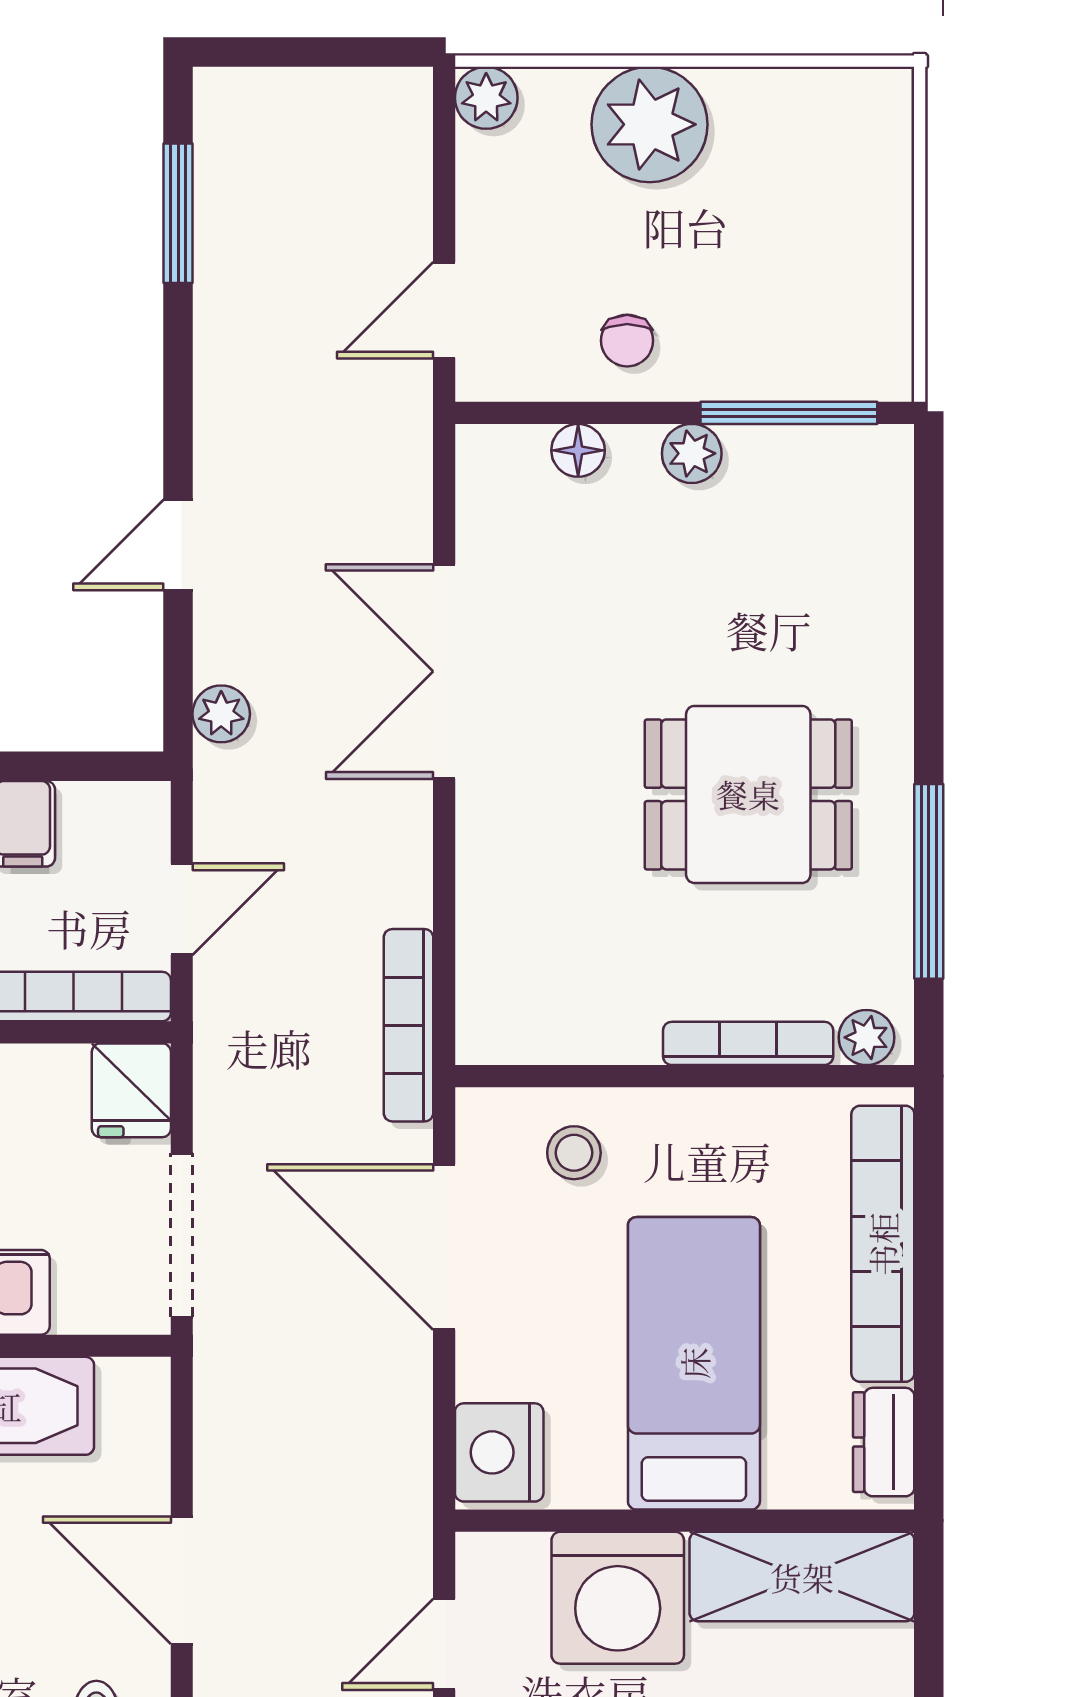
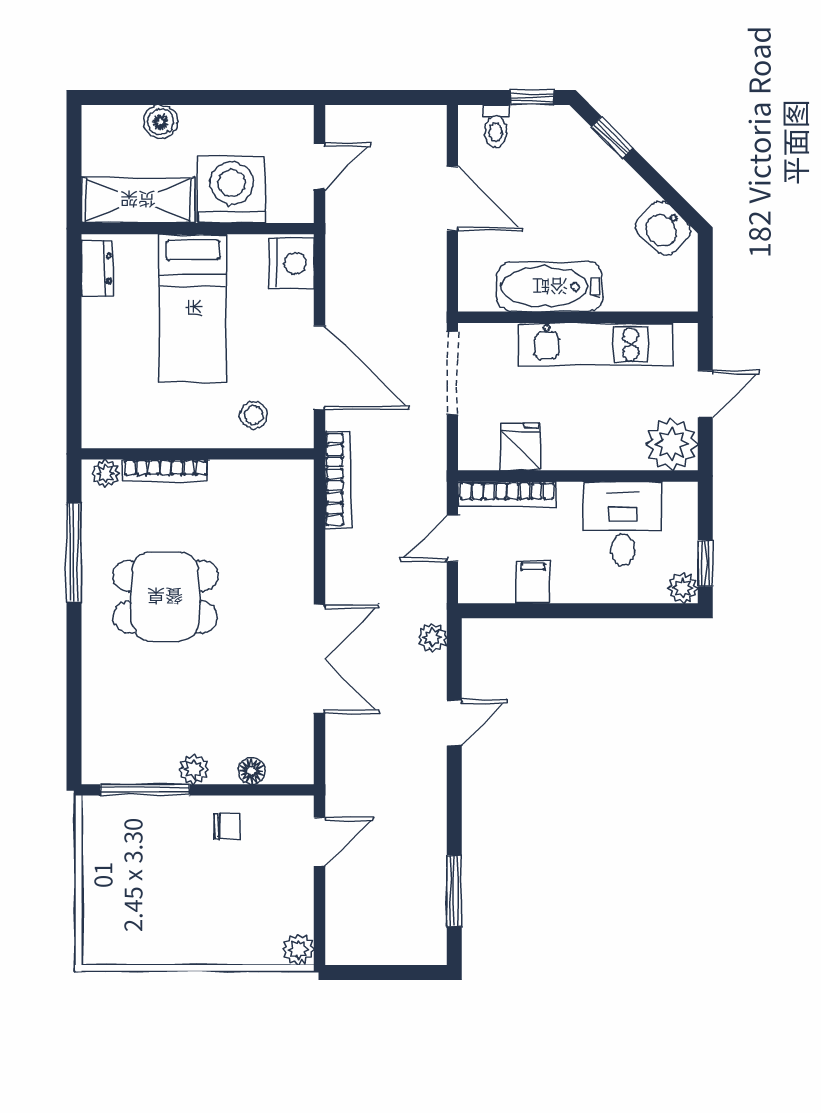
plant: (650, 124) -> (215, 936), removed
chair: (627, 341) -> (227, 826), turned 90
fridge: (131, 1090) -> (521, 447), moved
bookcase: (883, 1244) -> (97, 369), removed

